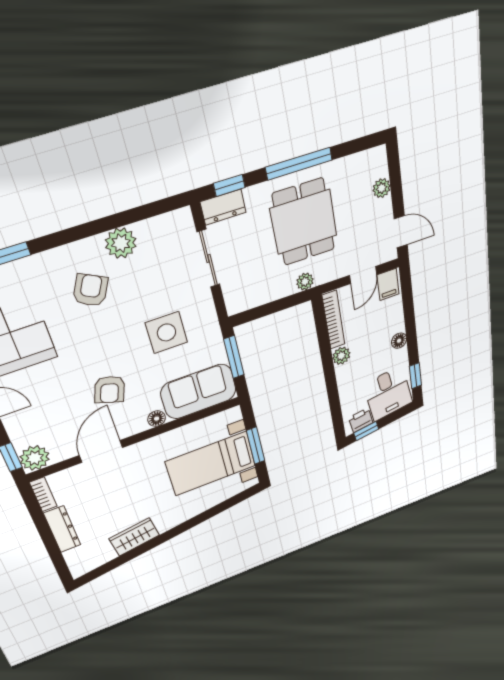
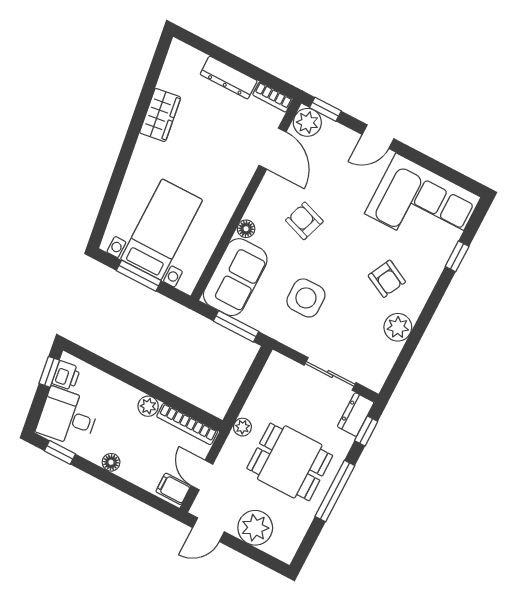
plant: (382, 188) -> (255, 528), width x1.87, depth x1.87
door: (101, 451) -> (273, 149), moved

